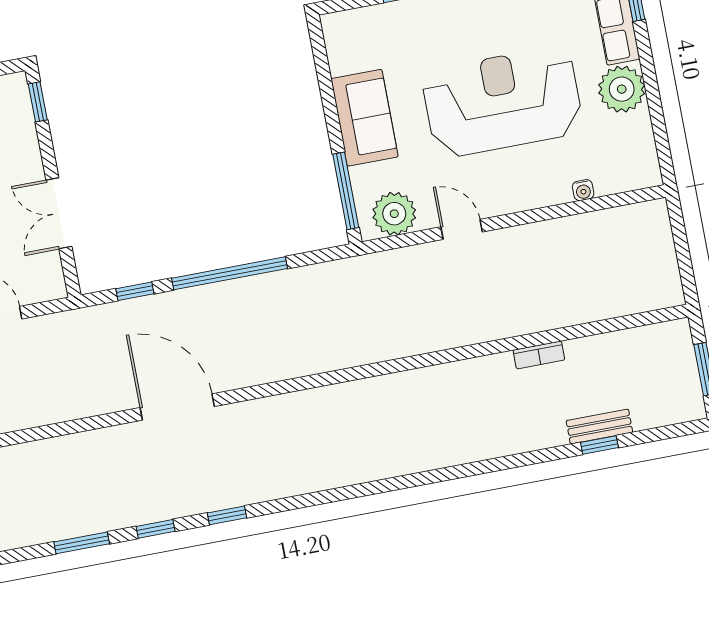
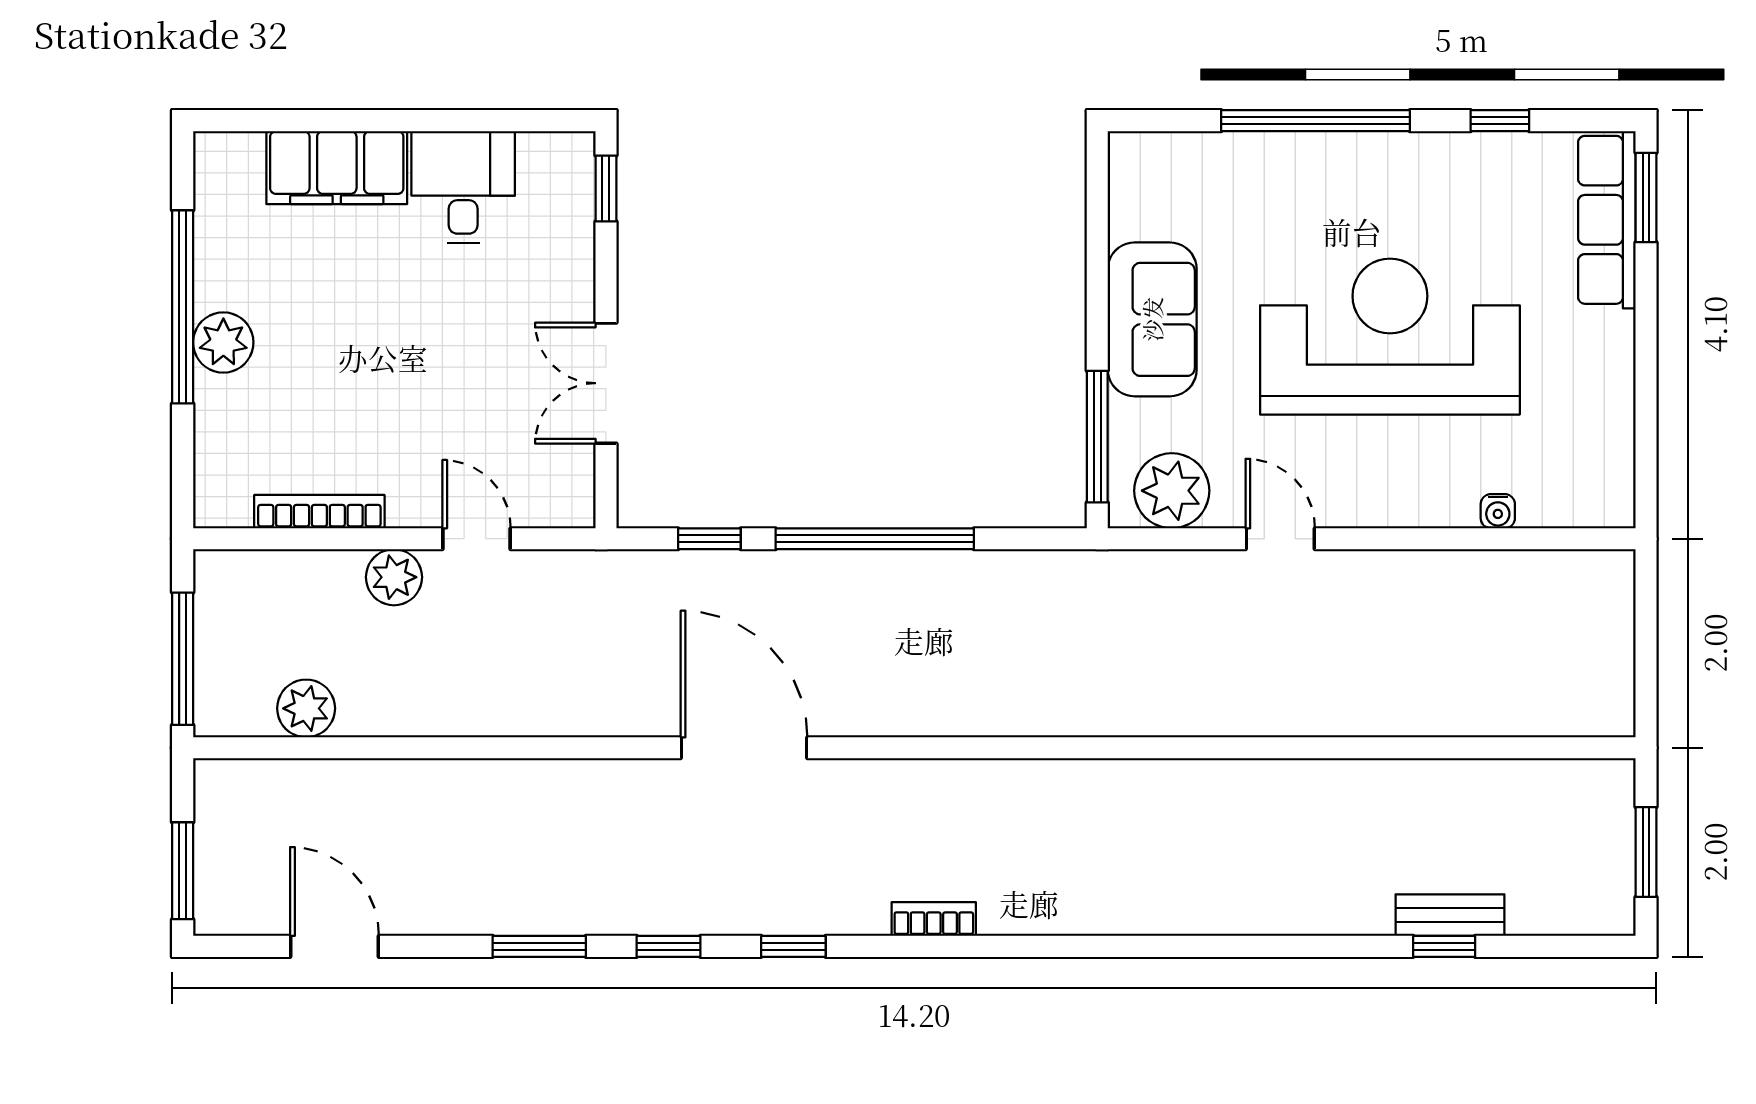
plant: (622, 89) -> (1595, 353), removed
bookcase: (539, 355) -> (934, 919), moved, turned 180

